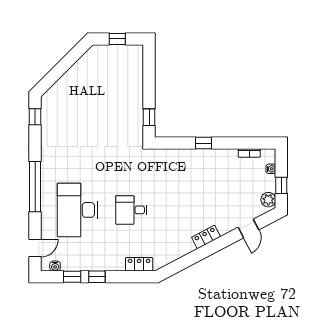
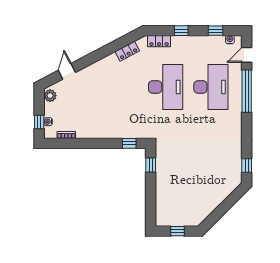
window: (203, 143) -> (129, 143), moved
window: (281, 185) -> (39, 122), moved
window: (35, 187) -> (247, 91), moved
desk: (131, 210) -> (166, 87), width x1.87, depth x1.30
locker: (206, 237) -> (127, 51), moved
window: (97, 277) -> (181, 31), moved

